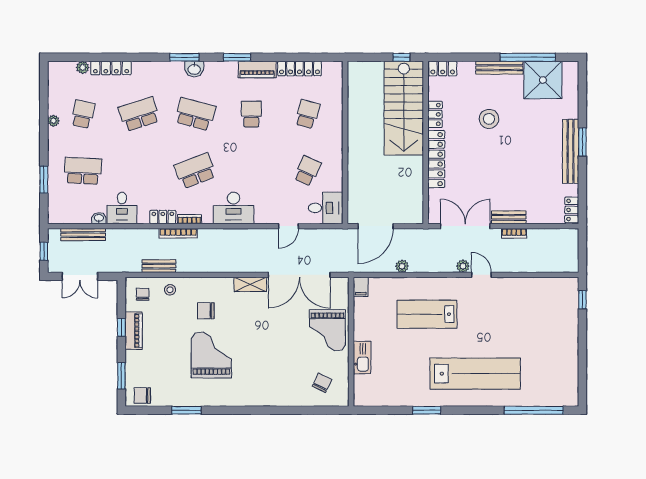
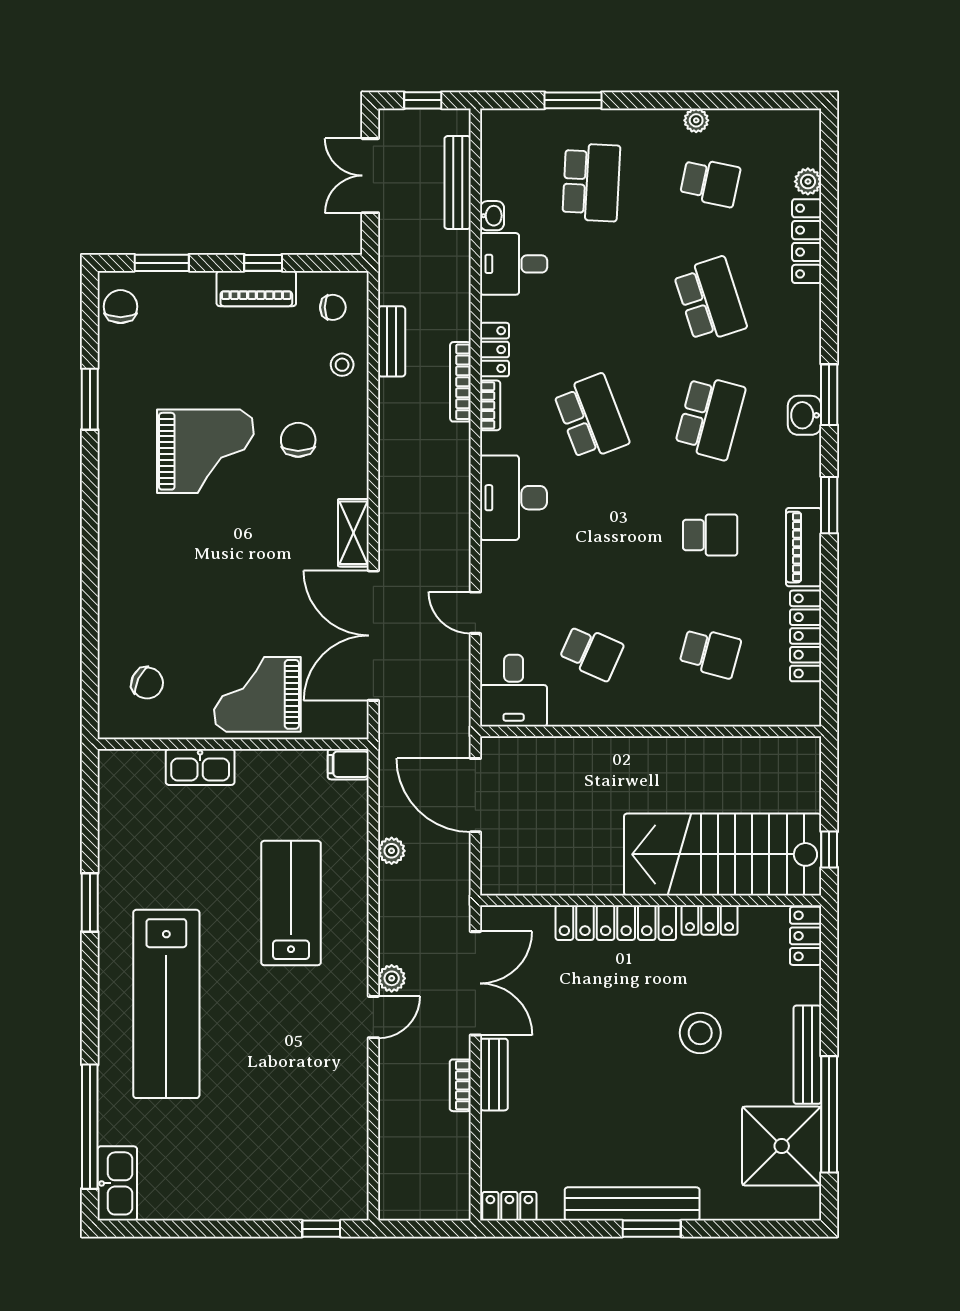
kitchen sink: (561, 397) -> (117, 1183), added

